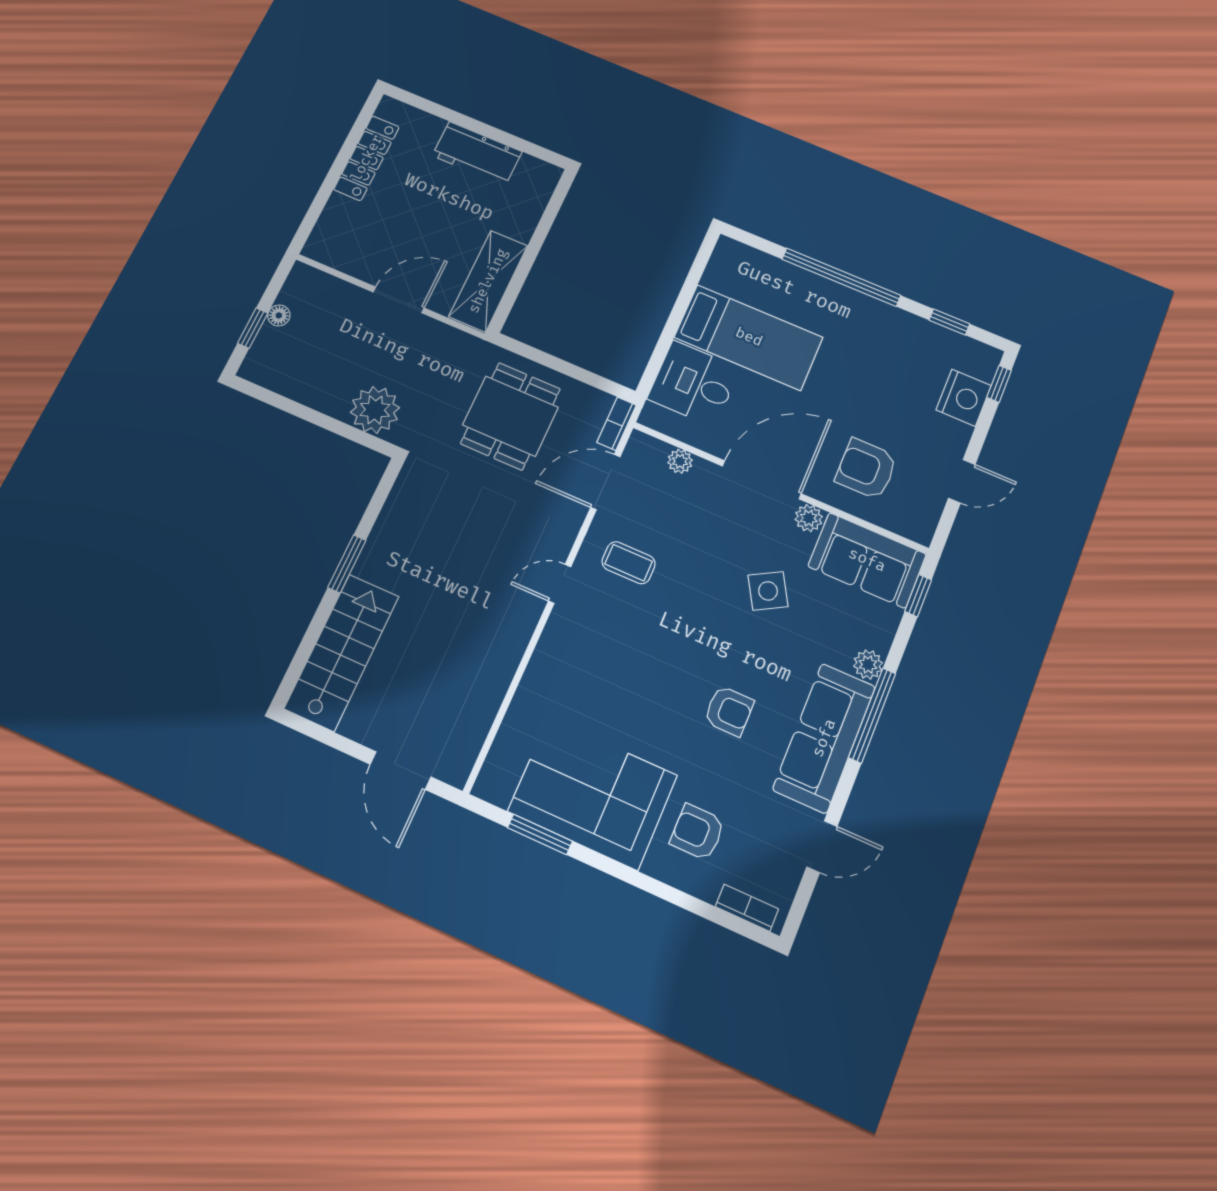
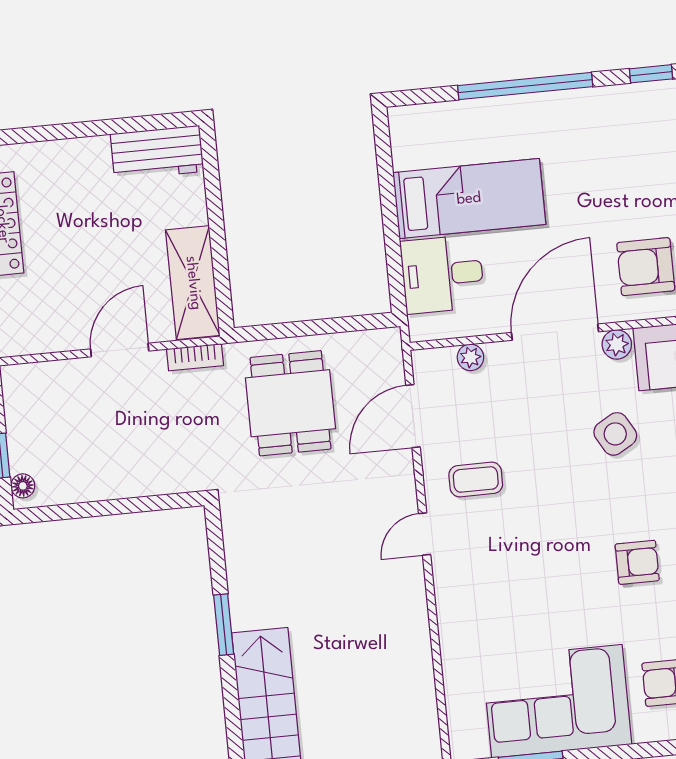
workbench: (477, 154) -> (157, 153), moved
floor lamp: (279, 315) -> (23, 486), moved
plant: (375, 410) -> (162, 469), removed
bookcase: (617, 424) -> (195, 357), moved, turned -90

